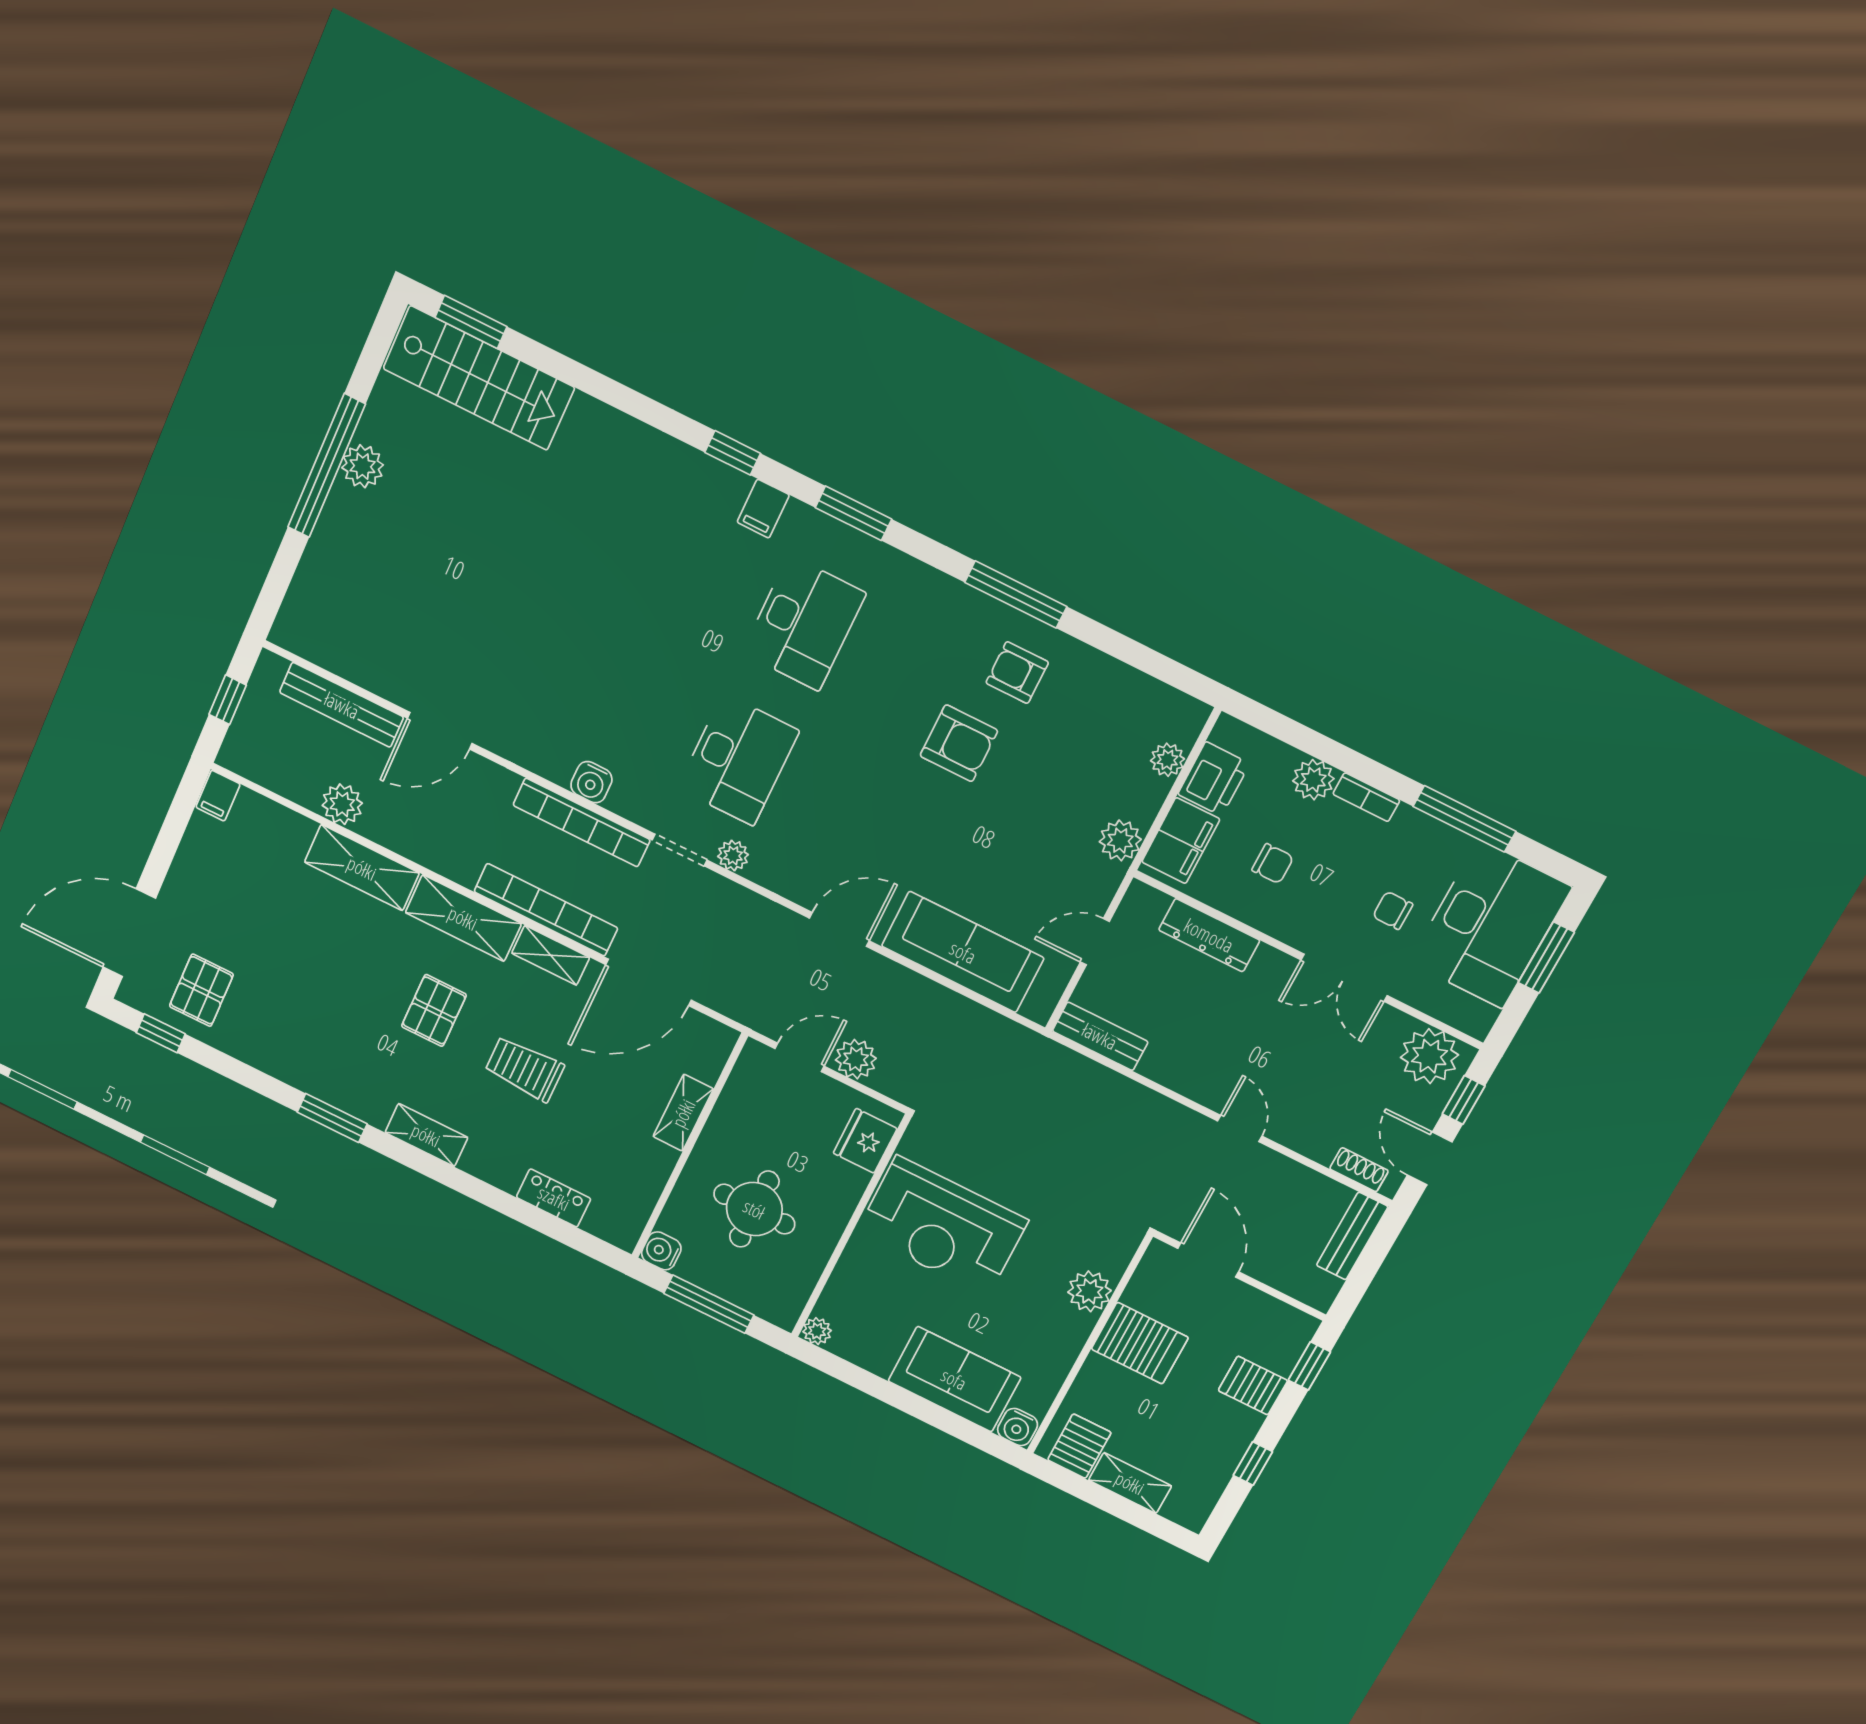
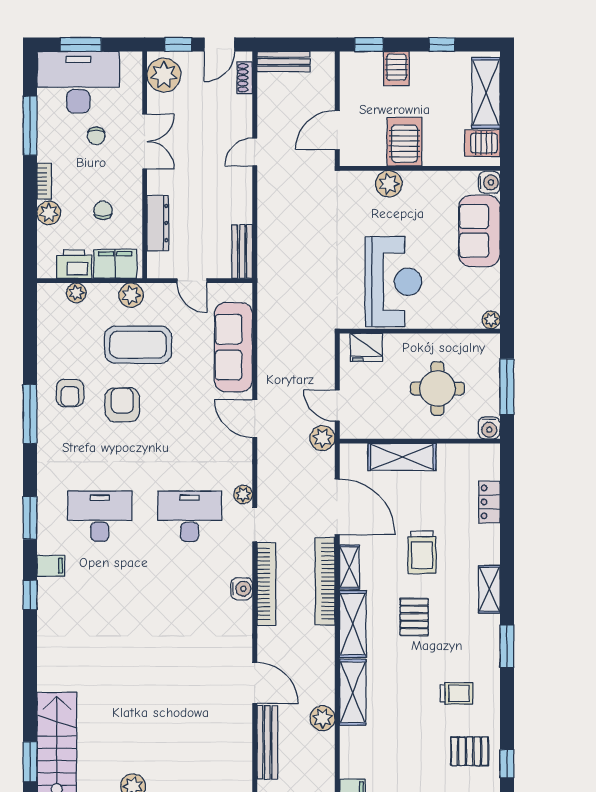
coffee table: (1039, 813) -> (138, 345), added
pallet: (434, 1011) -> (414, 617), turned 90
trolley: (294, 1014) -> (457, 694), added
plant: (856, 1059) -> (323, 438), moved
shelving: (683, 1113) -> (402, 457), width x1.50, depth x1.33
shelving: (1130, 1483) -> (486, 93), width x1.50, depth x1.33

